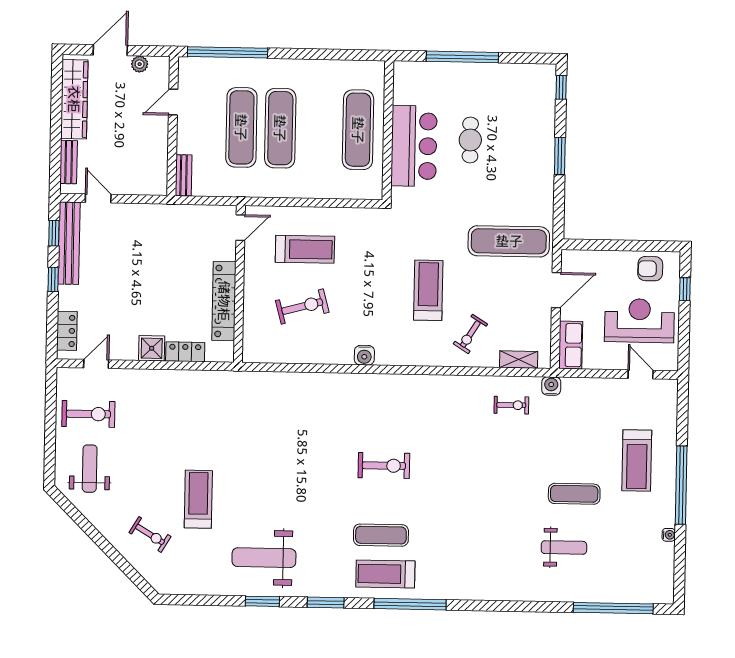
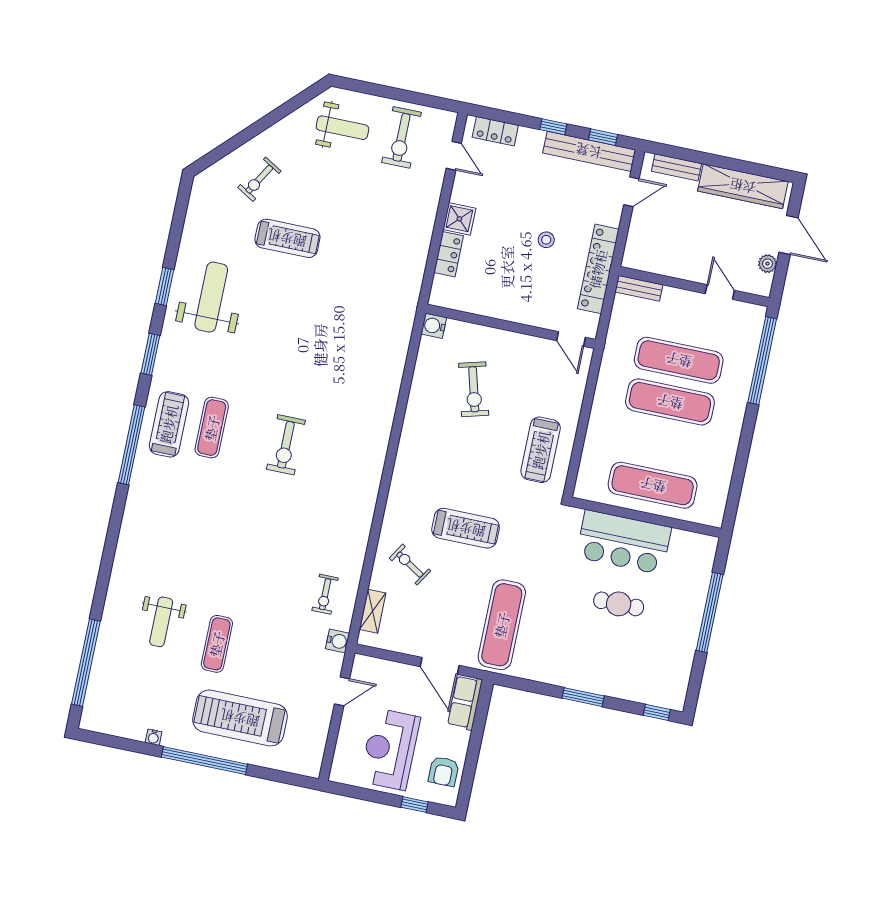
treadmill: (305, 249) -> (541, 450), moved
stool: (156, 267) -> (546, 240), added
armchair: (650, 269) -> (444, 771), turned 180
locker: (224, 301) -> (598, 269), moved, turned -90
reception desk: (639, 321) -> (390, 749), turned 180
row of seats: (571, 345) -> (465, 703), moved, turned 90
water cooler: (364, 355) -> (434, 326), moved
door: (641, 374) -> (342, 691), moved
treadmill: (637, 460) -> (240, 718), width x1.37, depth x1.37

